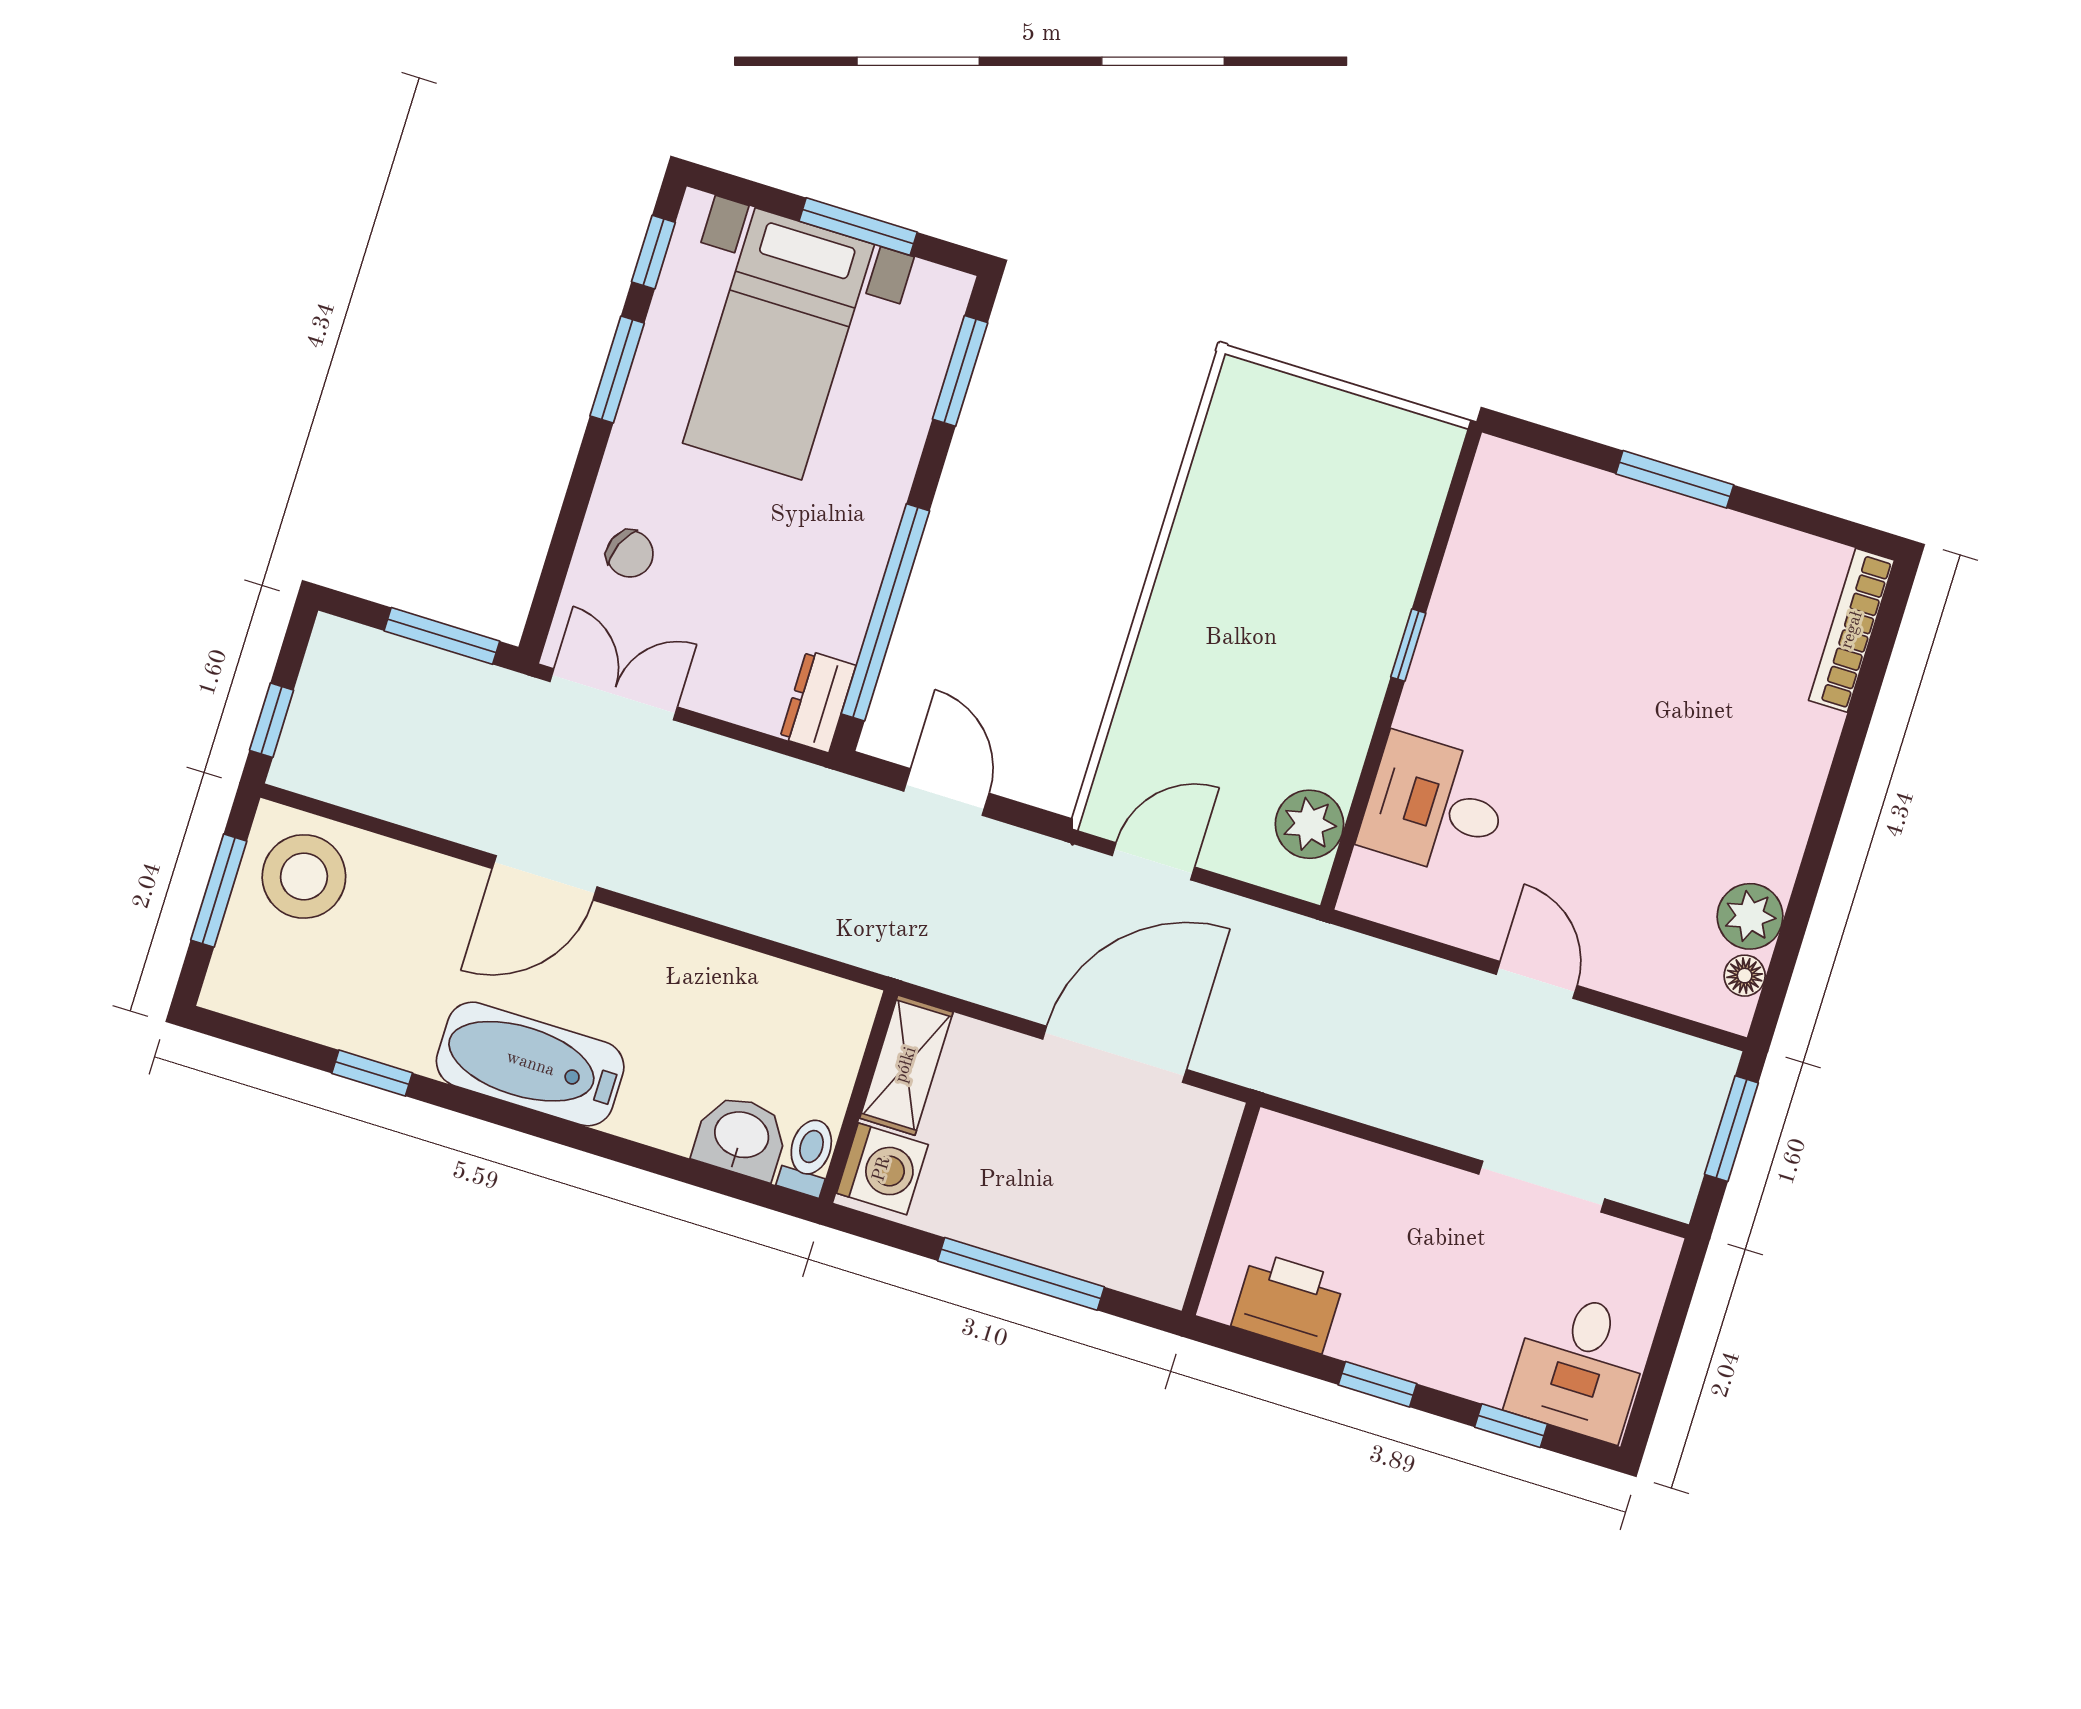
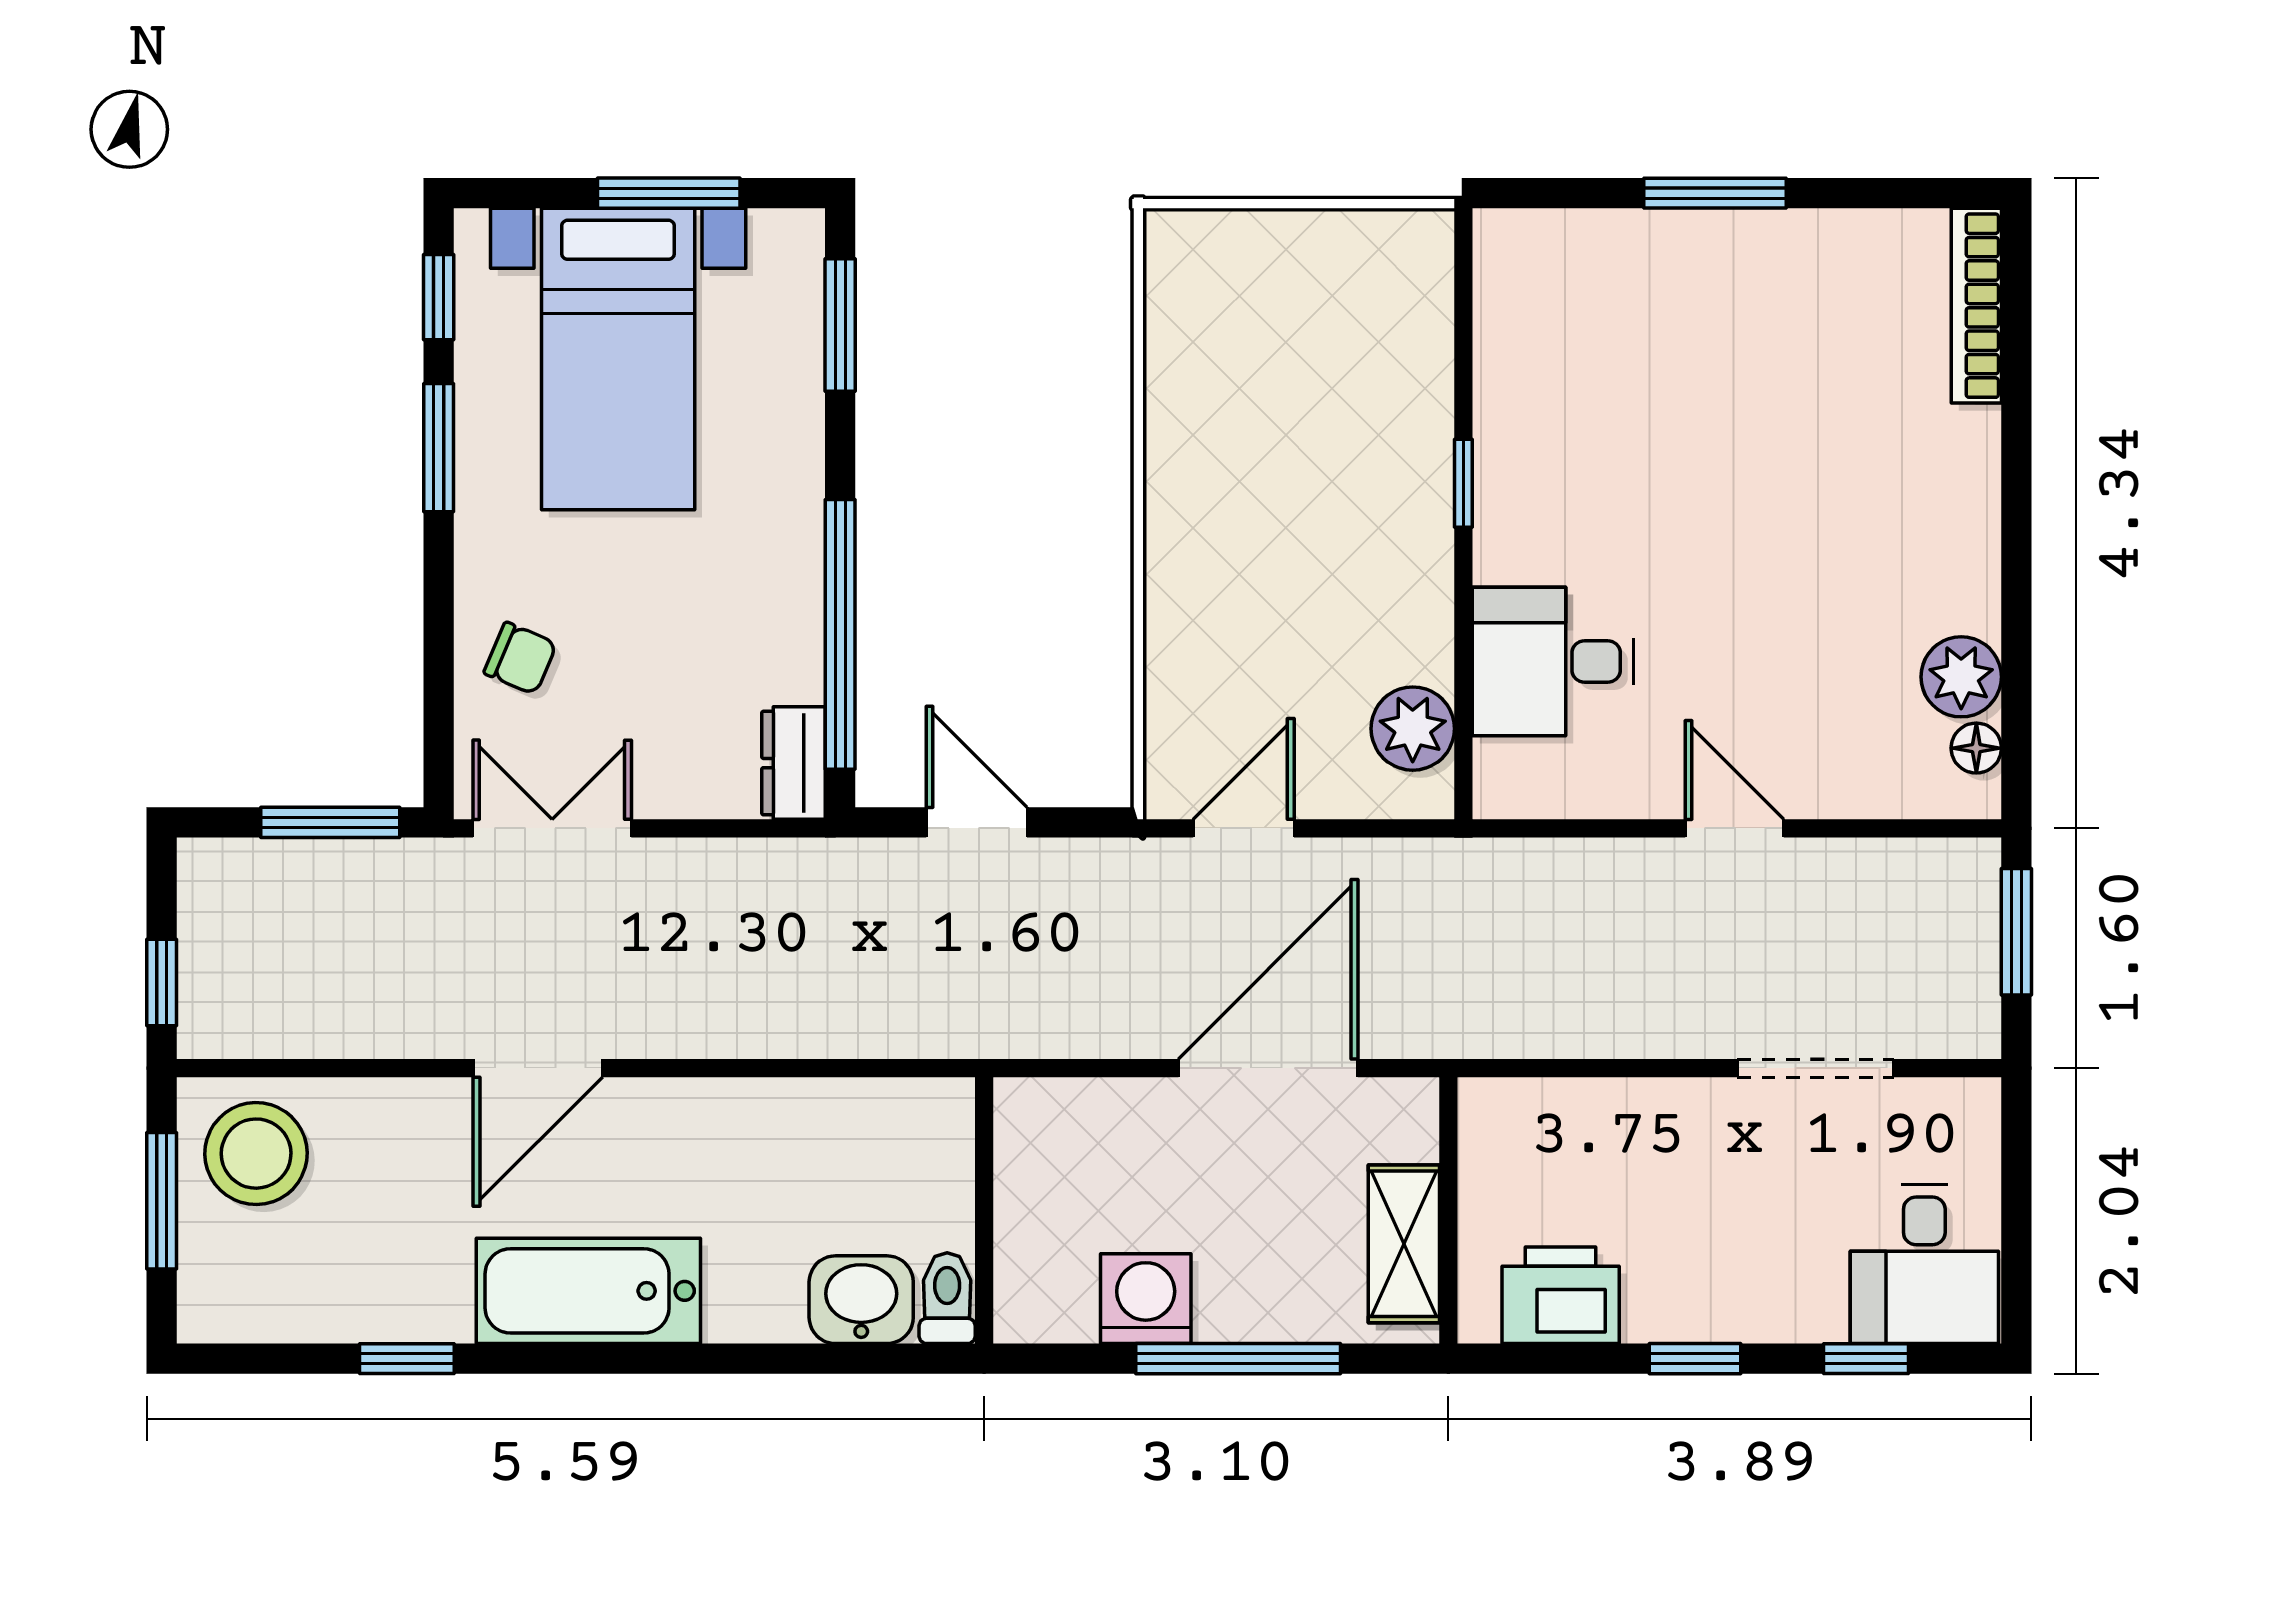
shelving: (906, 1065) -> (1404, 1244), moved
washing machine: (882, 1169) -> (1146, 1299), moved, turned -90

